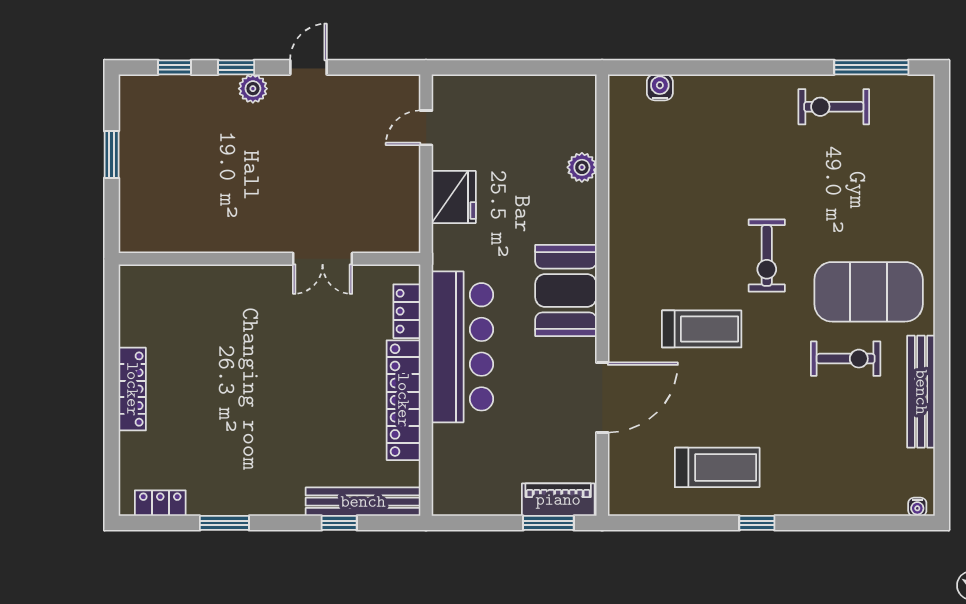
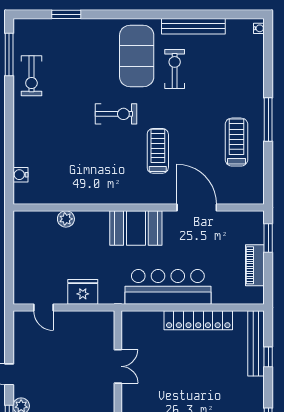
window: (942, 168) -> (66, 14), added
locker: (407, 311) -> (148, 318), removed
piano: (558, 500) -> (255, 265), moved
window: (757, 523) -> (268, 119), width x2.17

